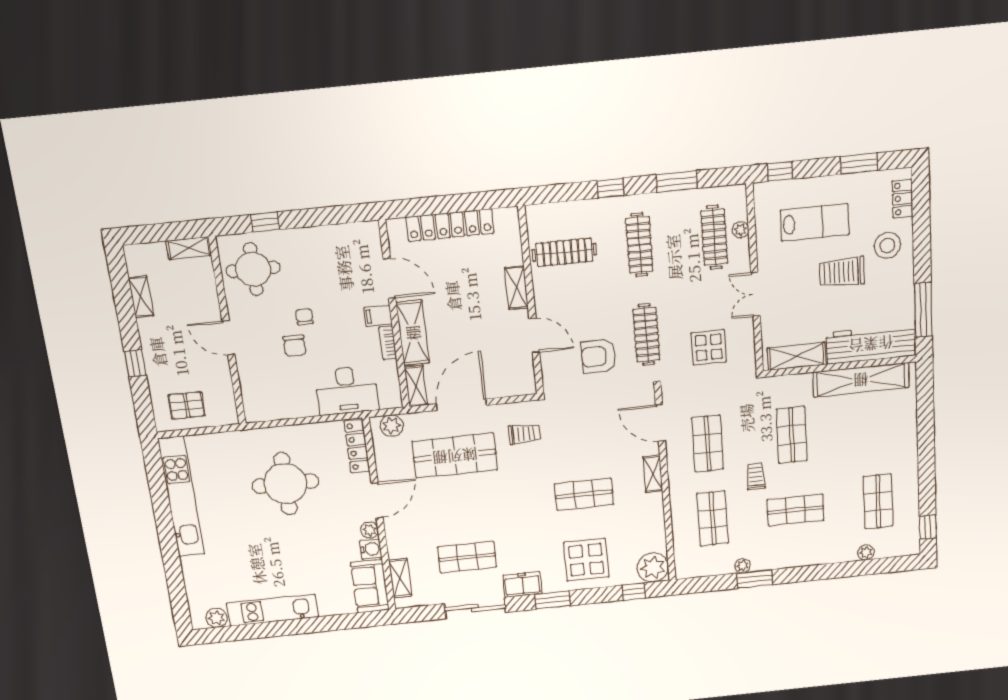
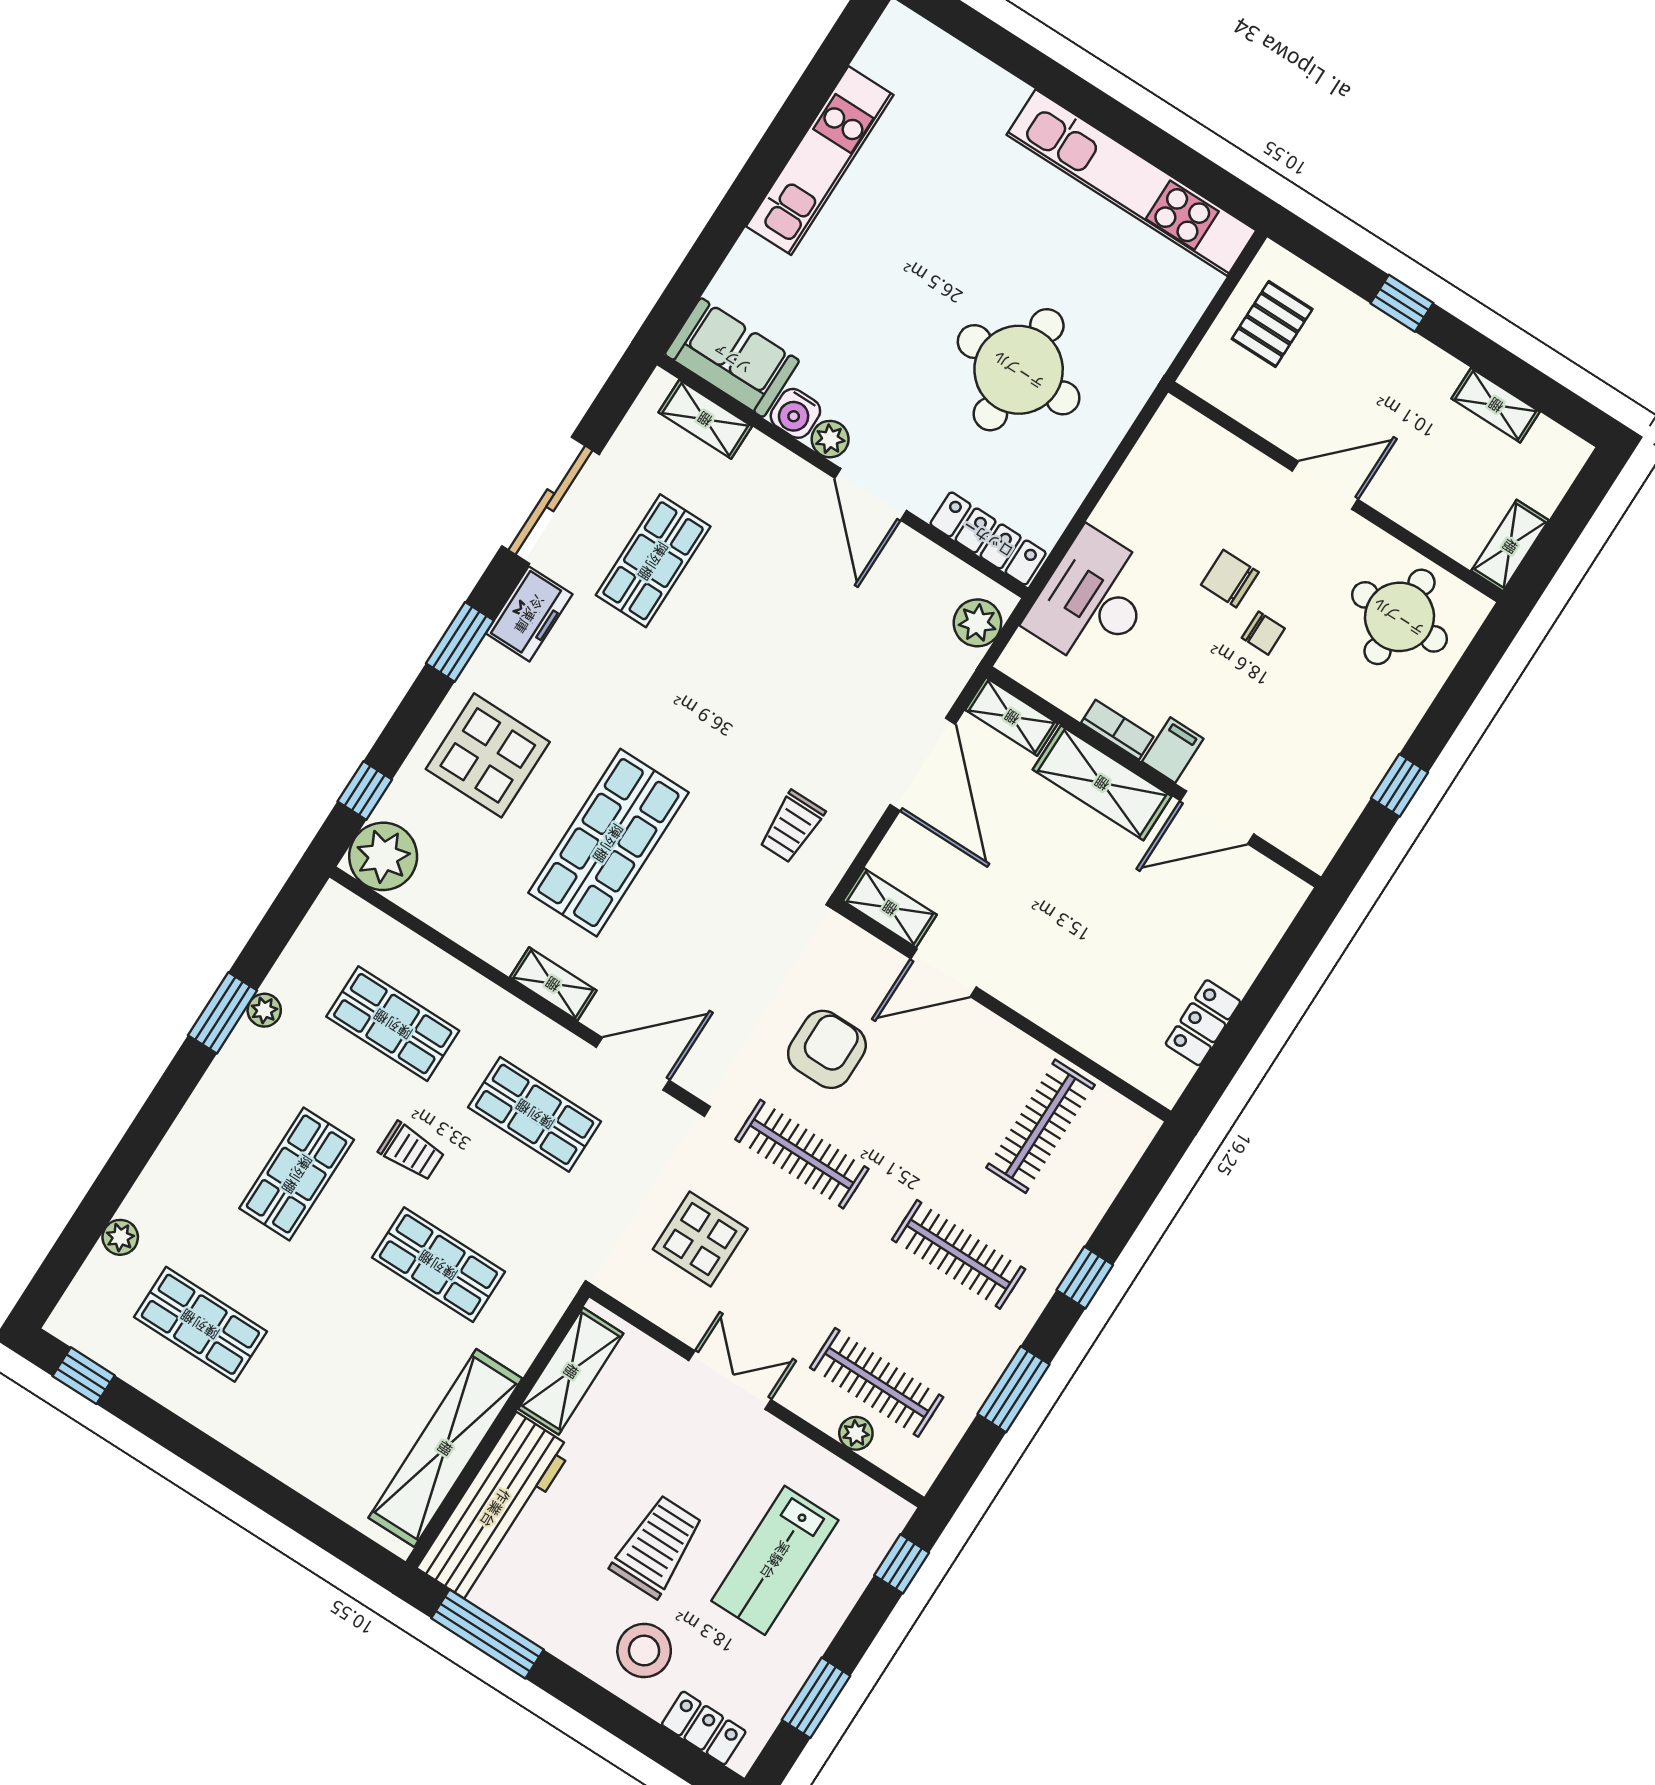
window: (265, 222) -> (1400, 785), moved
locker: (450, 225) -> (1203, 1023), width x0.46, depth x0.83
shelving: (517, 288) -> (890, 908), moved
shop shelf: (455, 456) -> (845, 684), removed
shop shelf: (584, 494) -> (608, 843), width x1.43, depth x1.36
plant: (217, 618) -> (881, 56), removed

